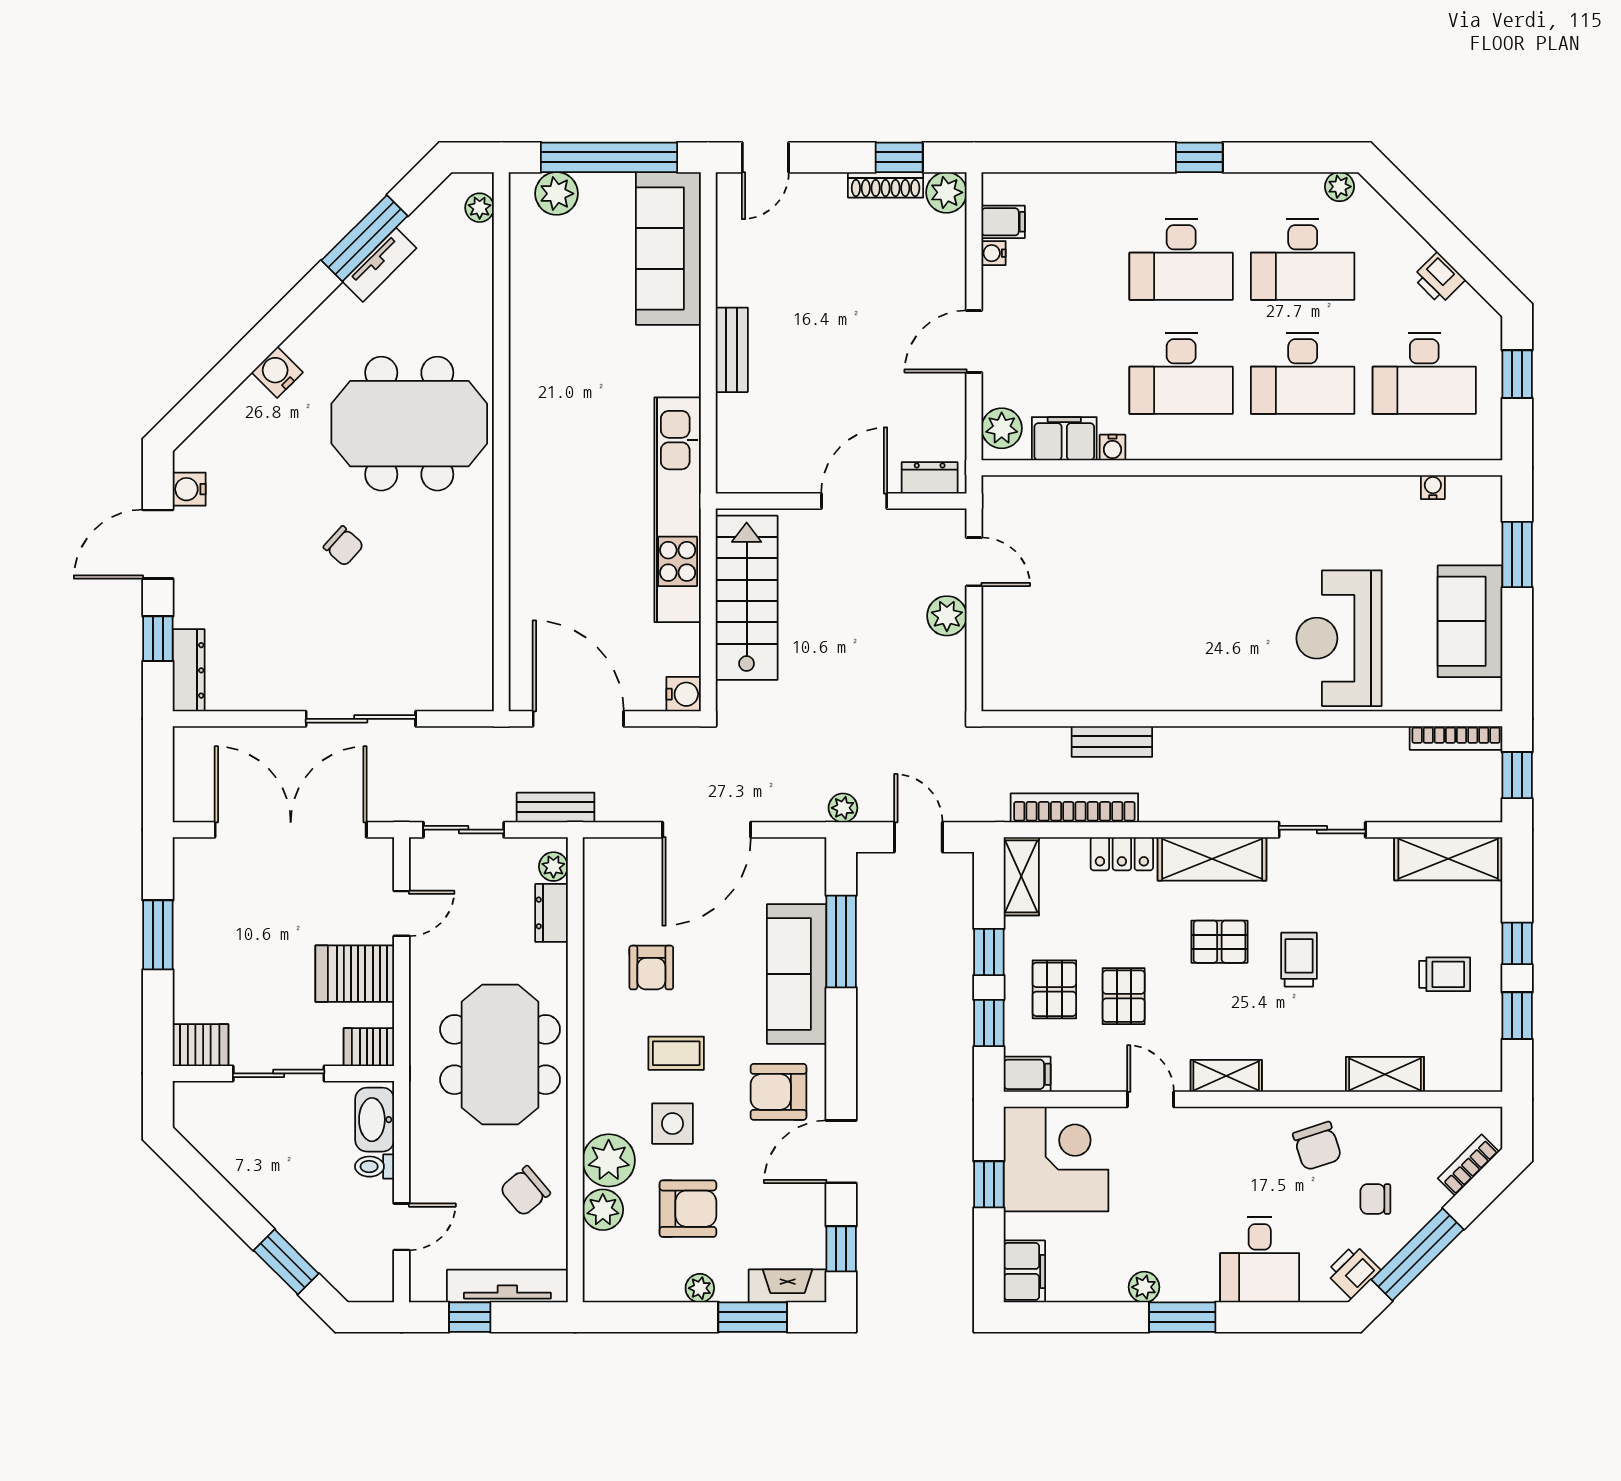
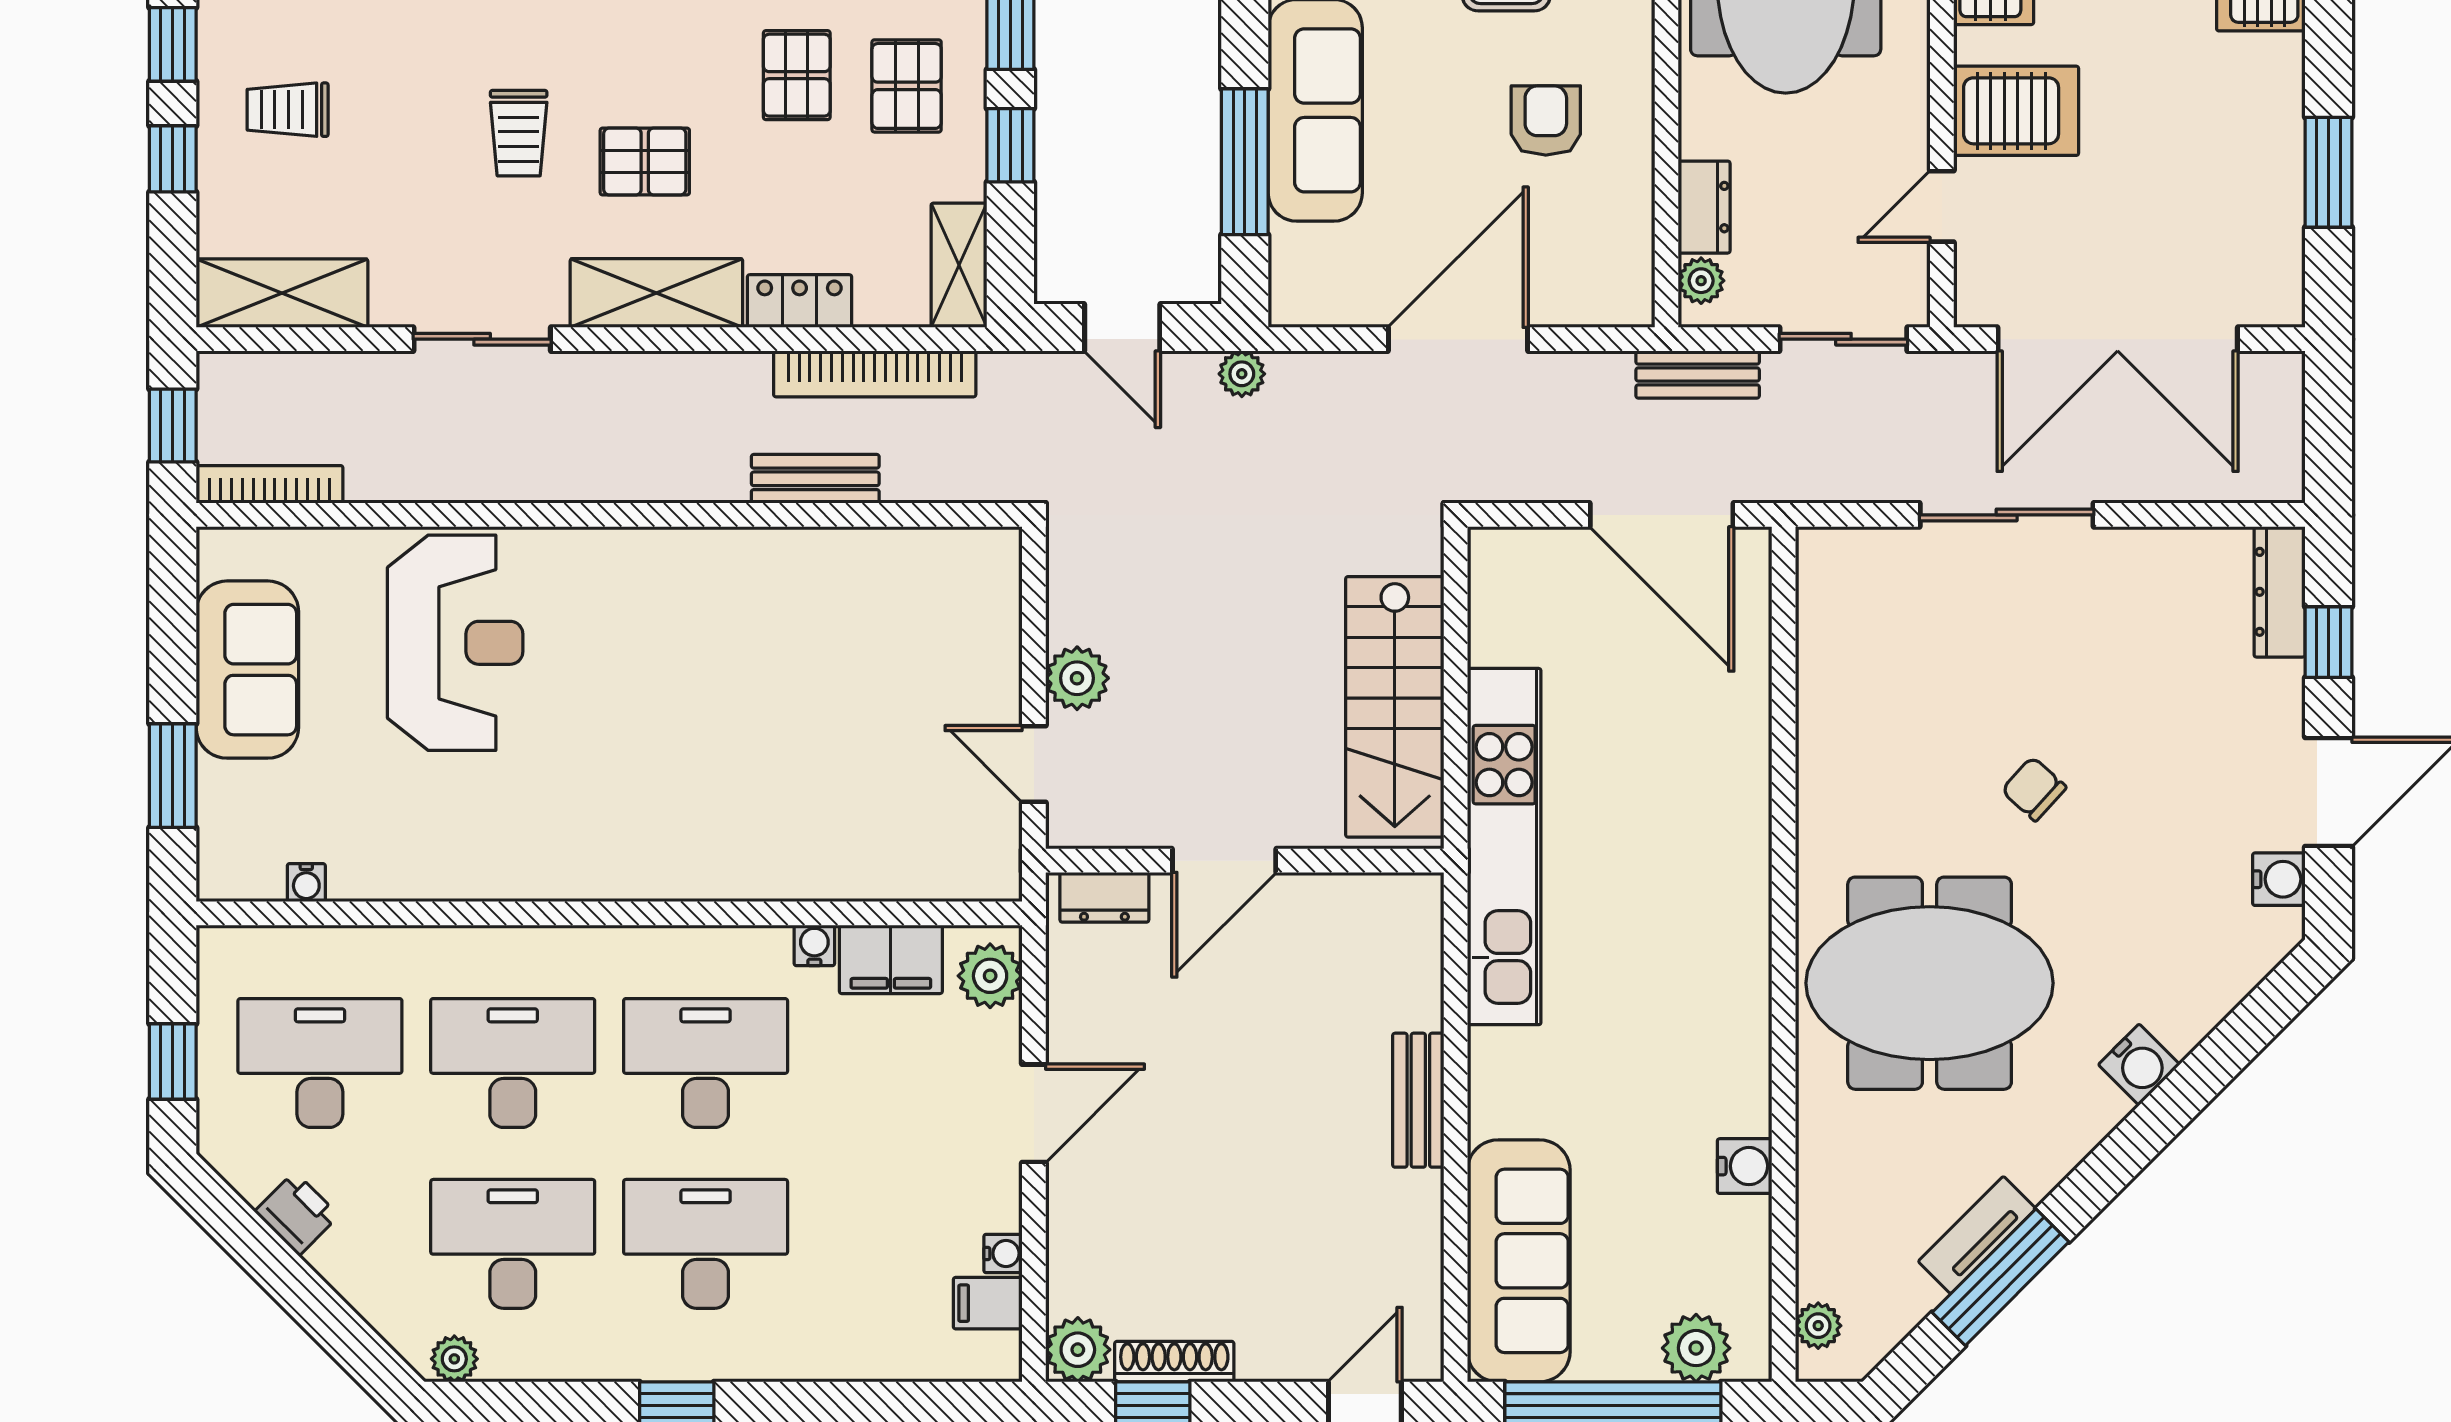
water cooler: (684, 694) -> (1745, 1166), moved, turned 180

